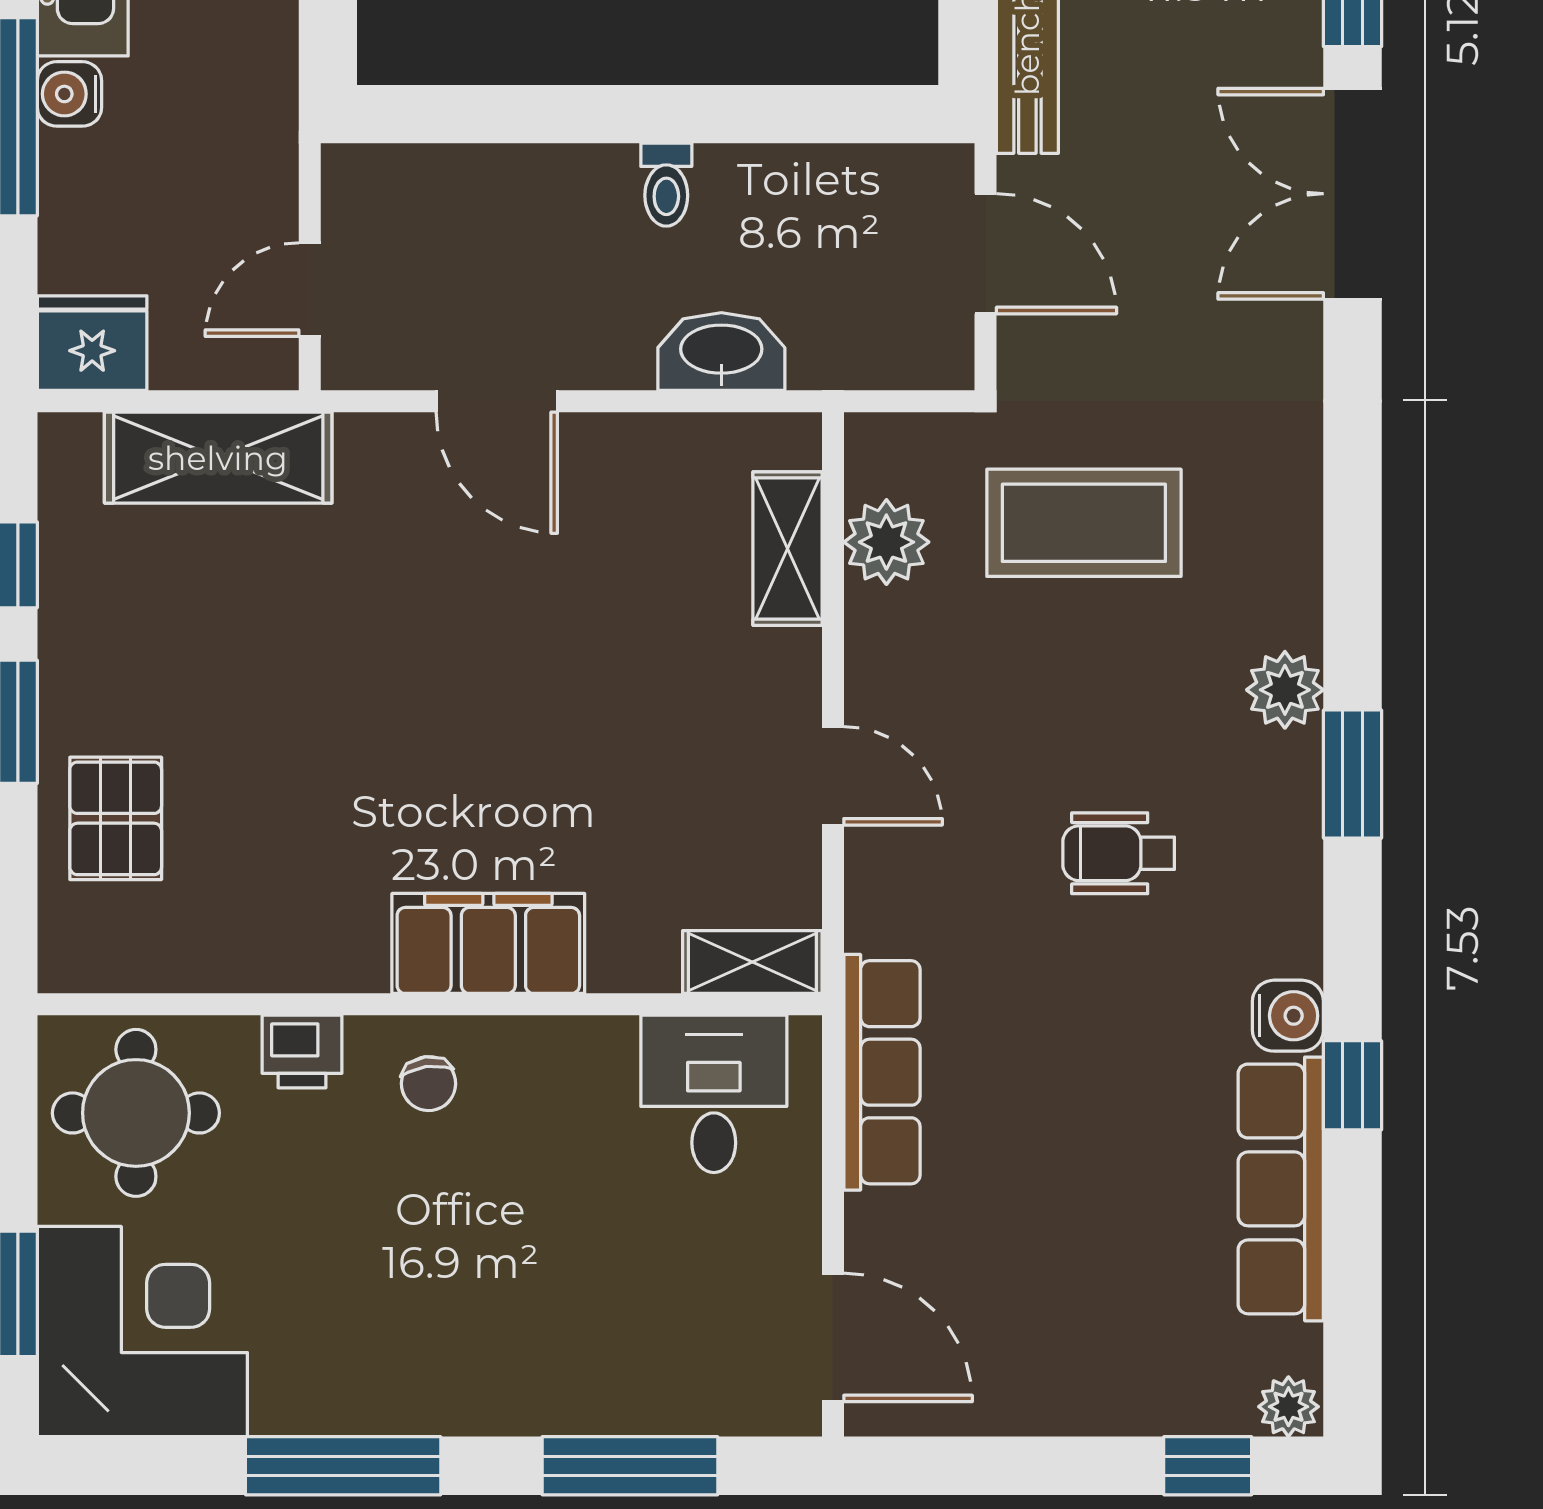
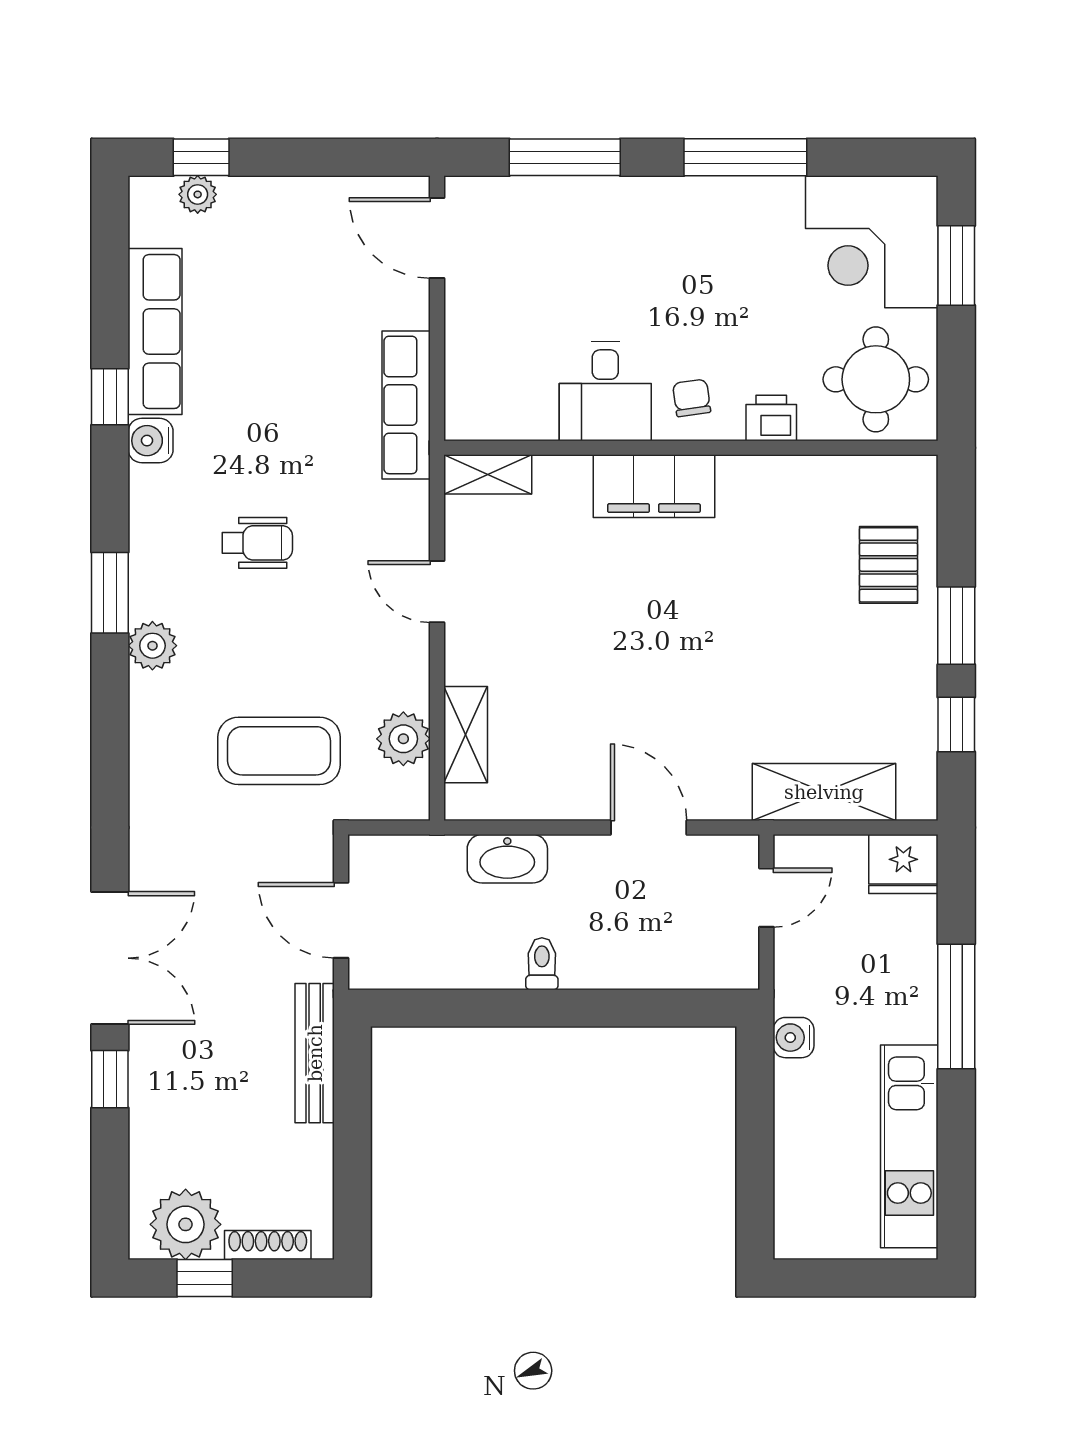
water cooler: (69, 94) -> (794, 1038), moved, turned 180
desk: (714, 1094) -> (605, 391), moved
plant: (1288, 1407) -> (198, 194), moved

